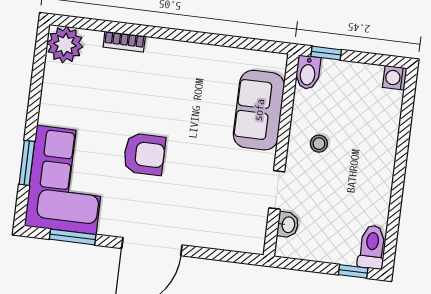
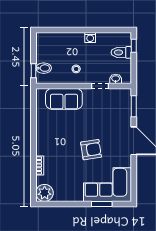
bidet: (308, 72) -> (44, 68), moved
washing machine: (395, 78) -> (90, 37), moved
armchair: (144, 154) -> (91, 150), turned 81
window: (73, 237) -> (134, 106), moved
toilet: (372, 247) -> (121, 52), moved

